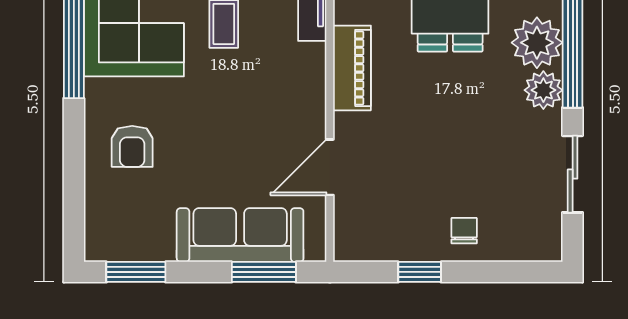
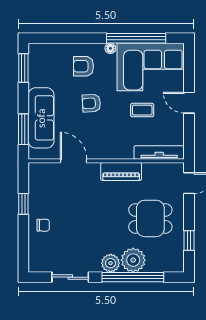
floor lamp: (95, 90) -> (110, 48), added
armchair: (209, 130) -> (91, 103), added

